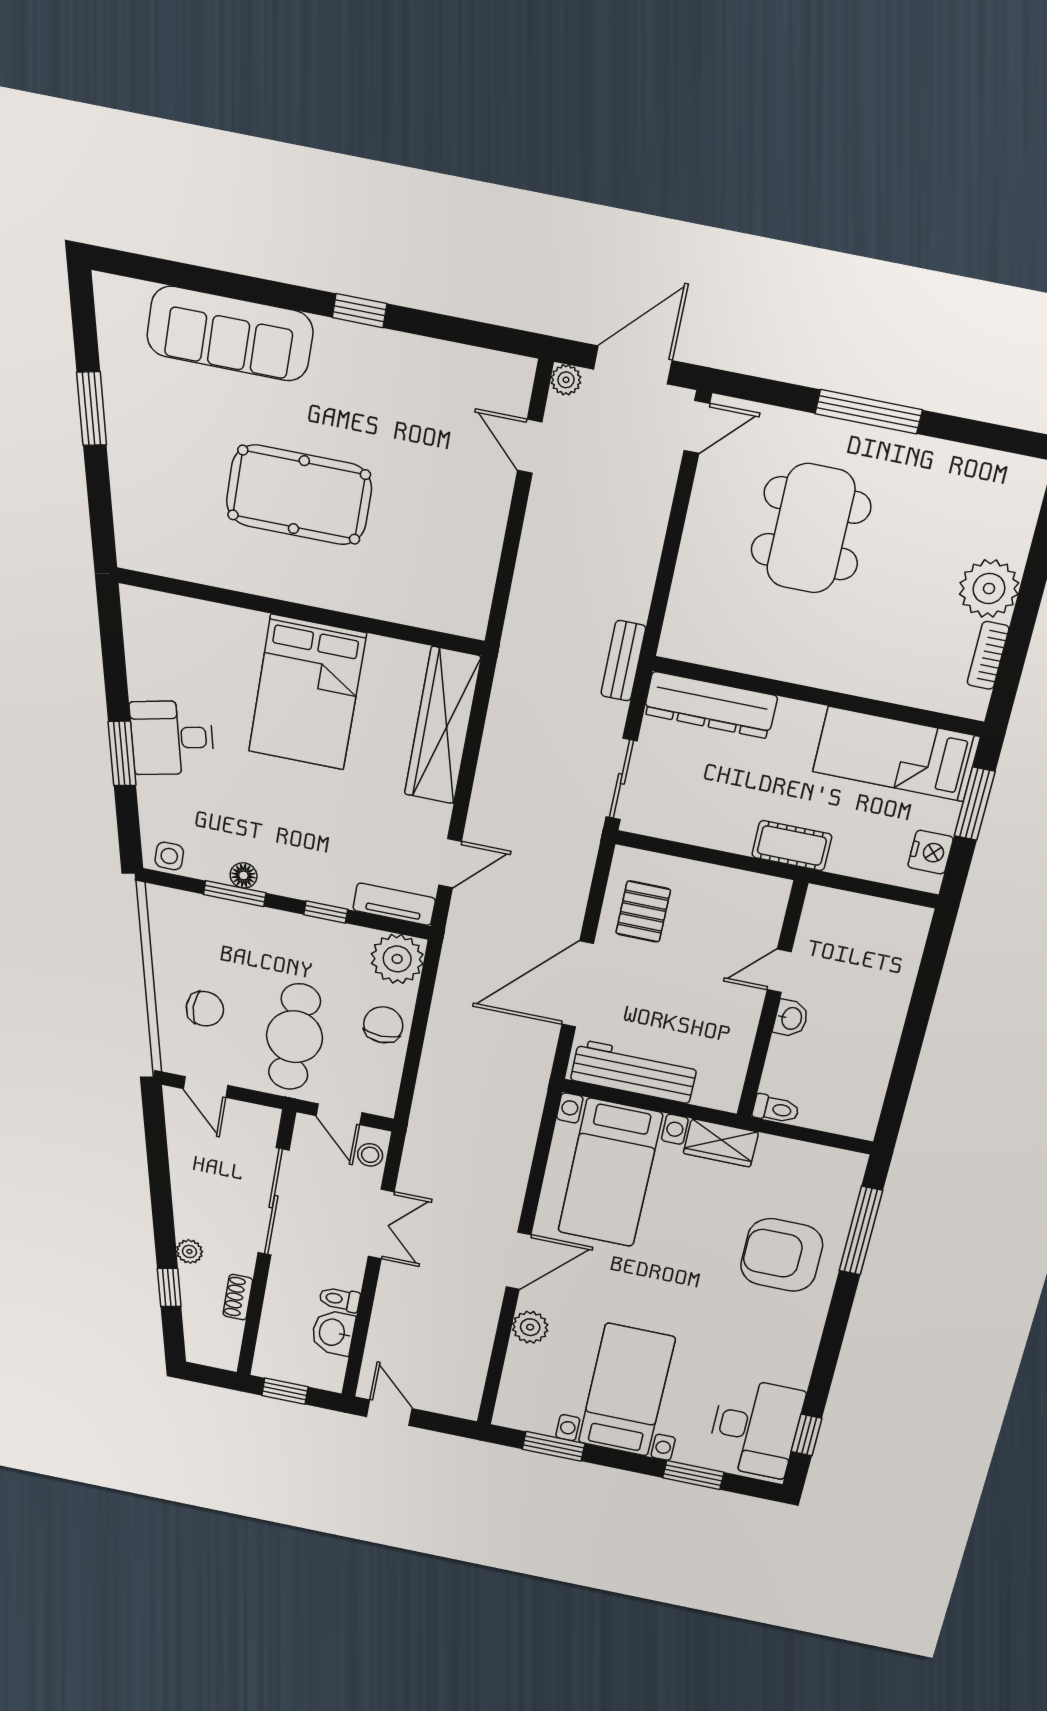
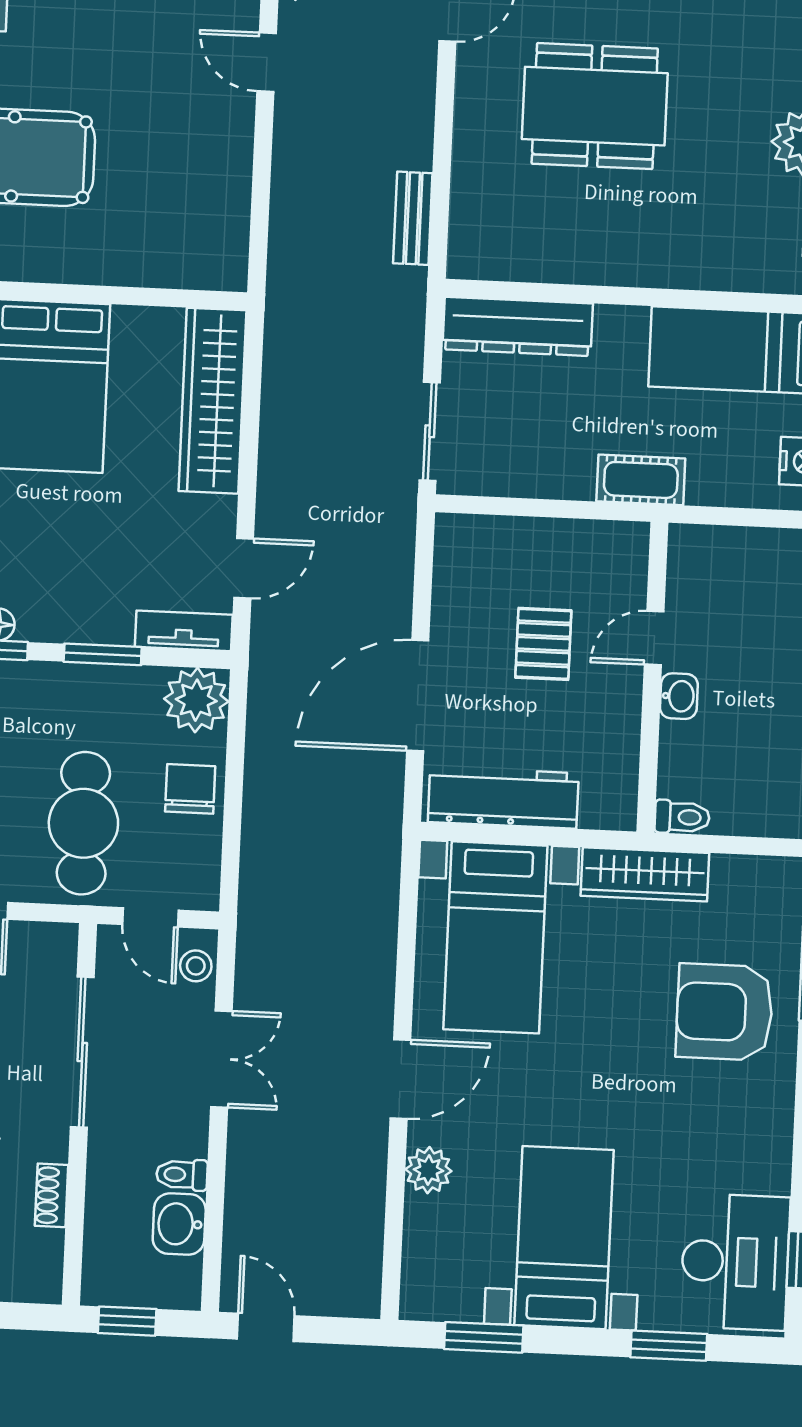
dining table: (811, 528) -> (595, 106), turned 90
bench: (623, 661) -> (413, 218), moved
pallet: (643, 911) -> (543, 644), moved
window: (326, 912) -> (103, 654), width x1.50
wardrobe: (721, 1143) -> (645, 874), width x1.50

